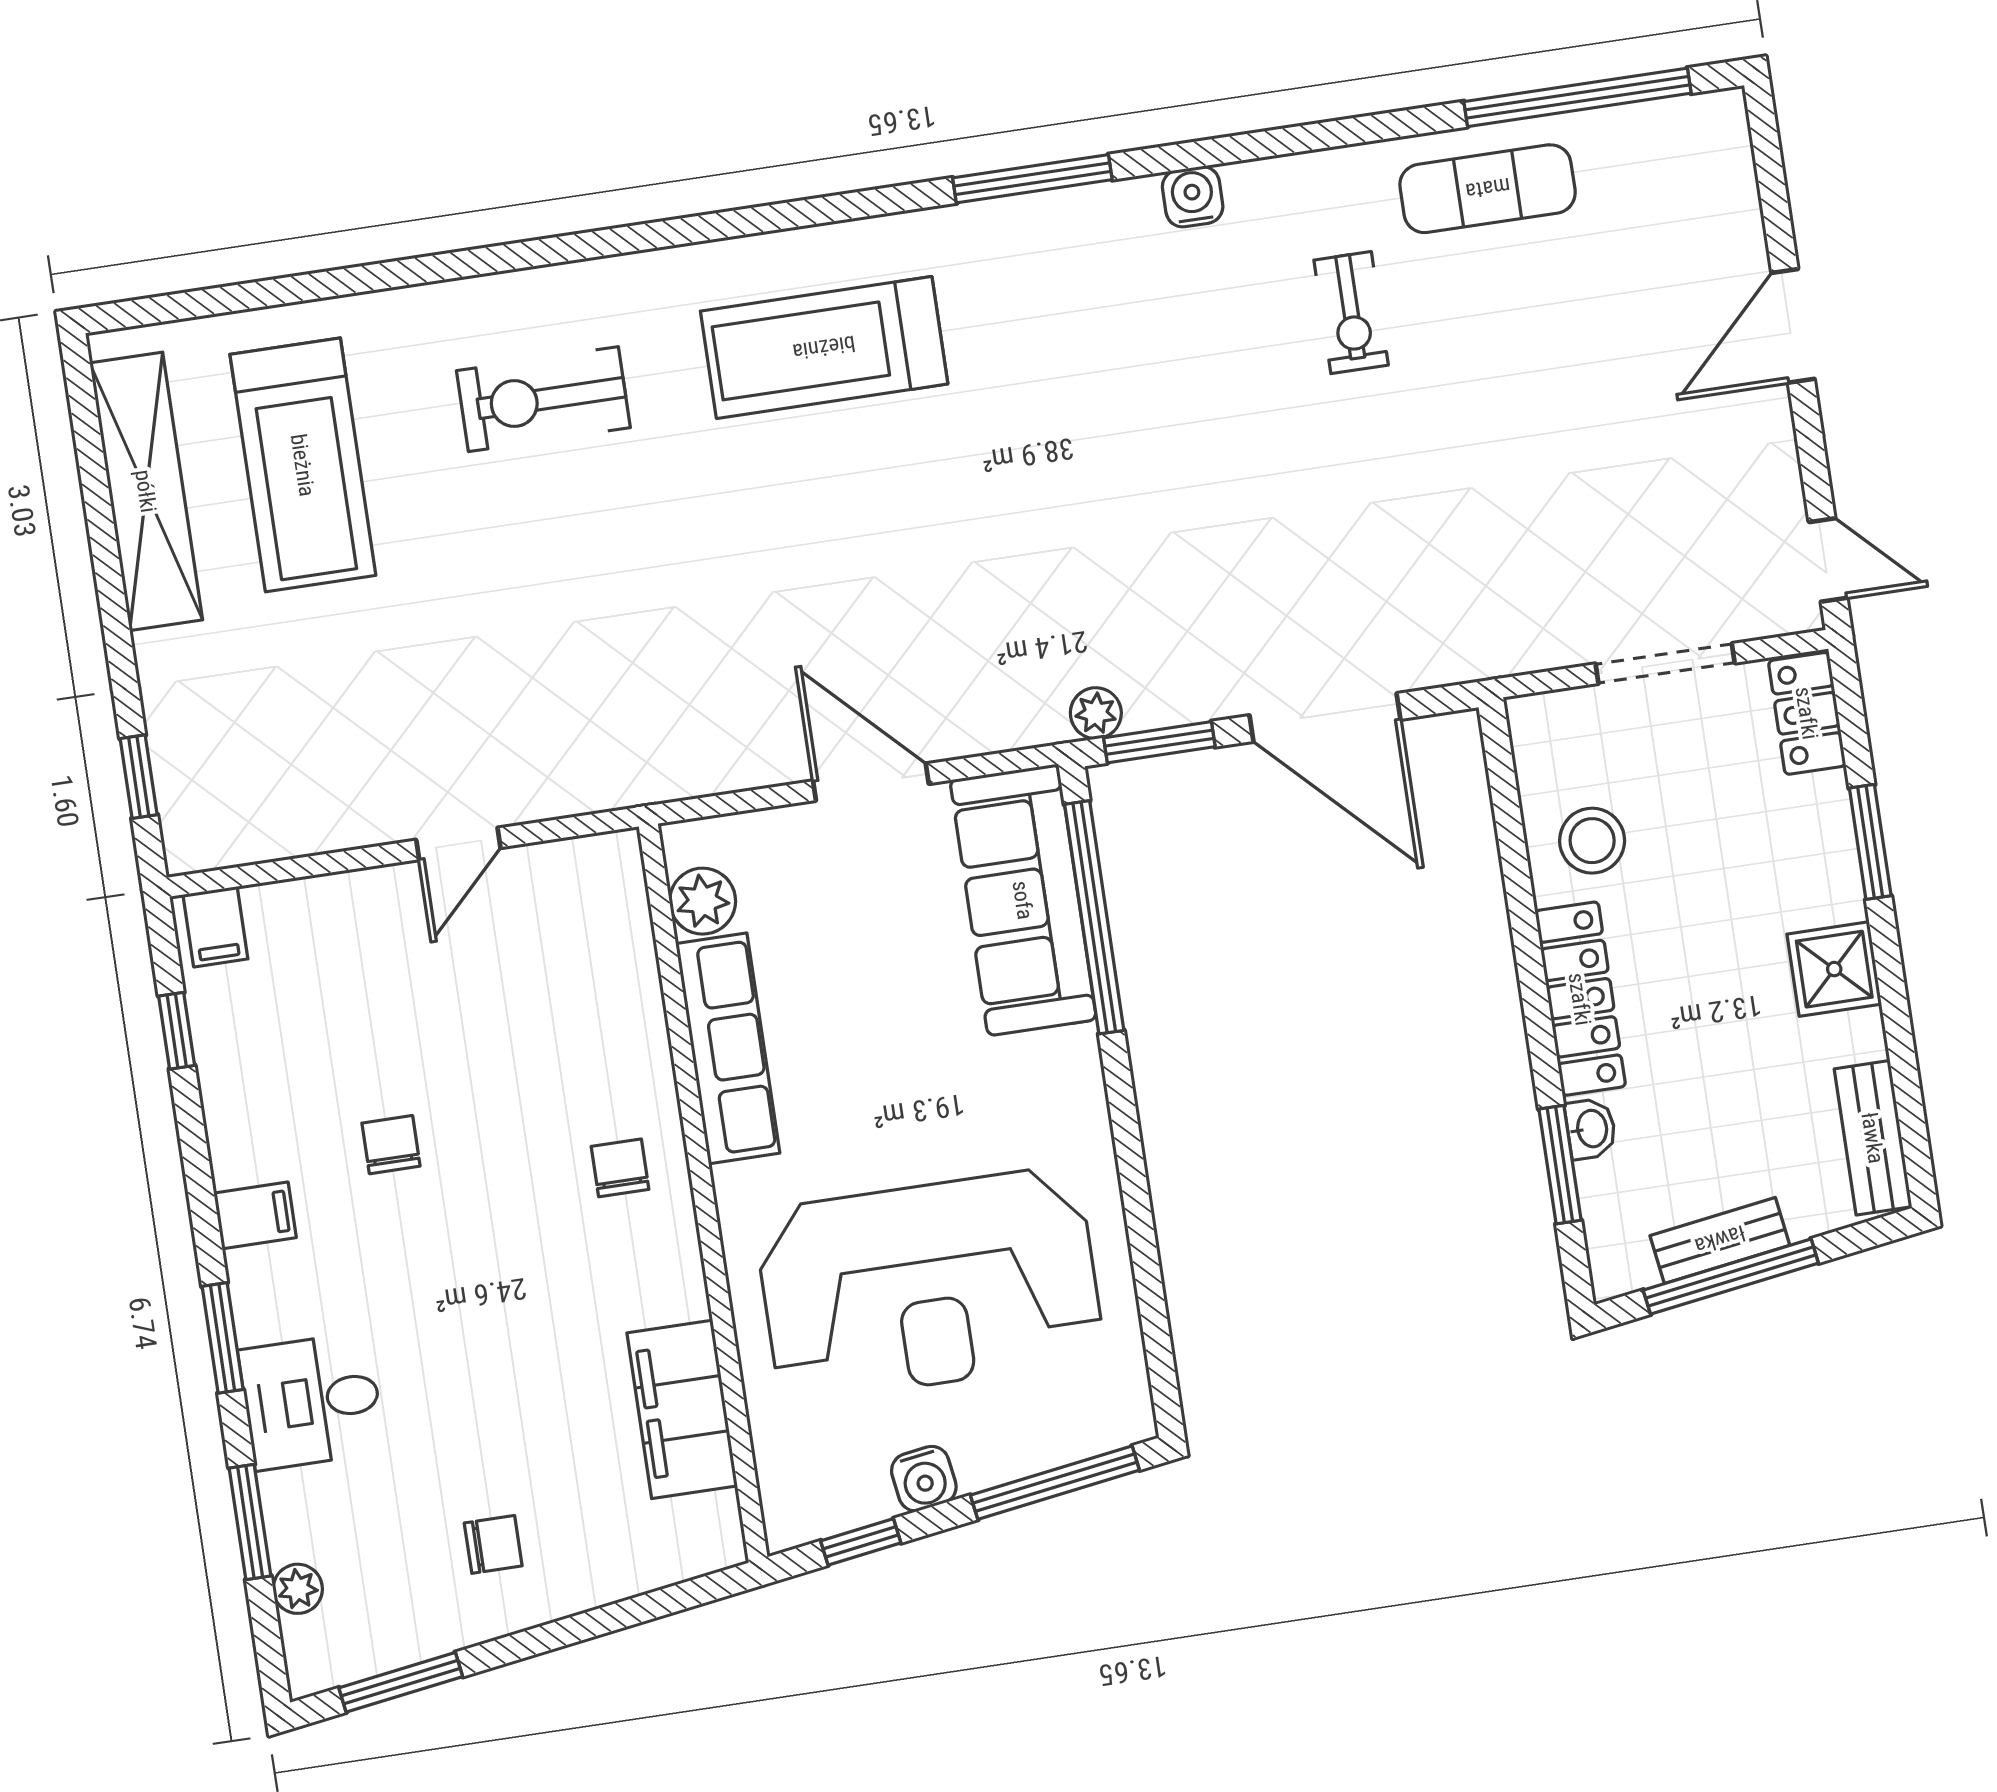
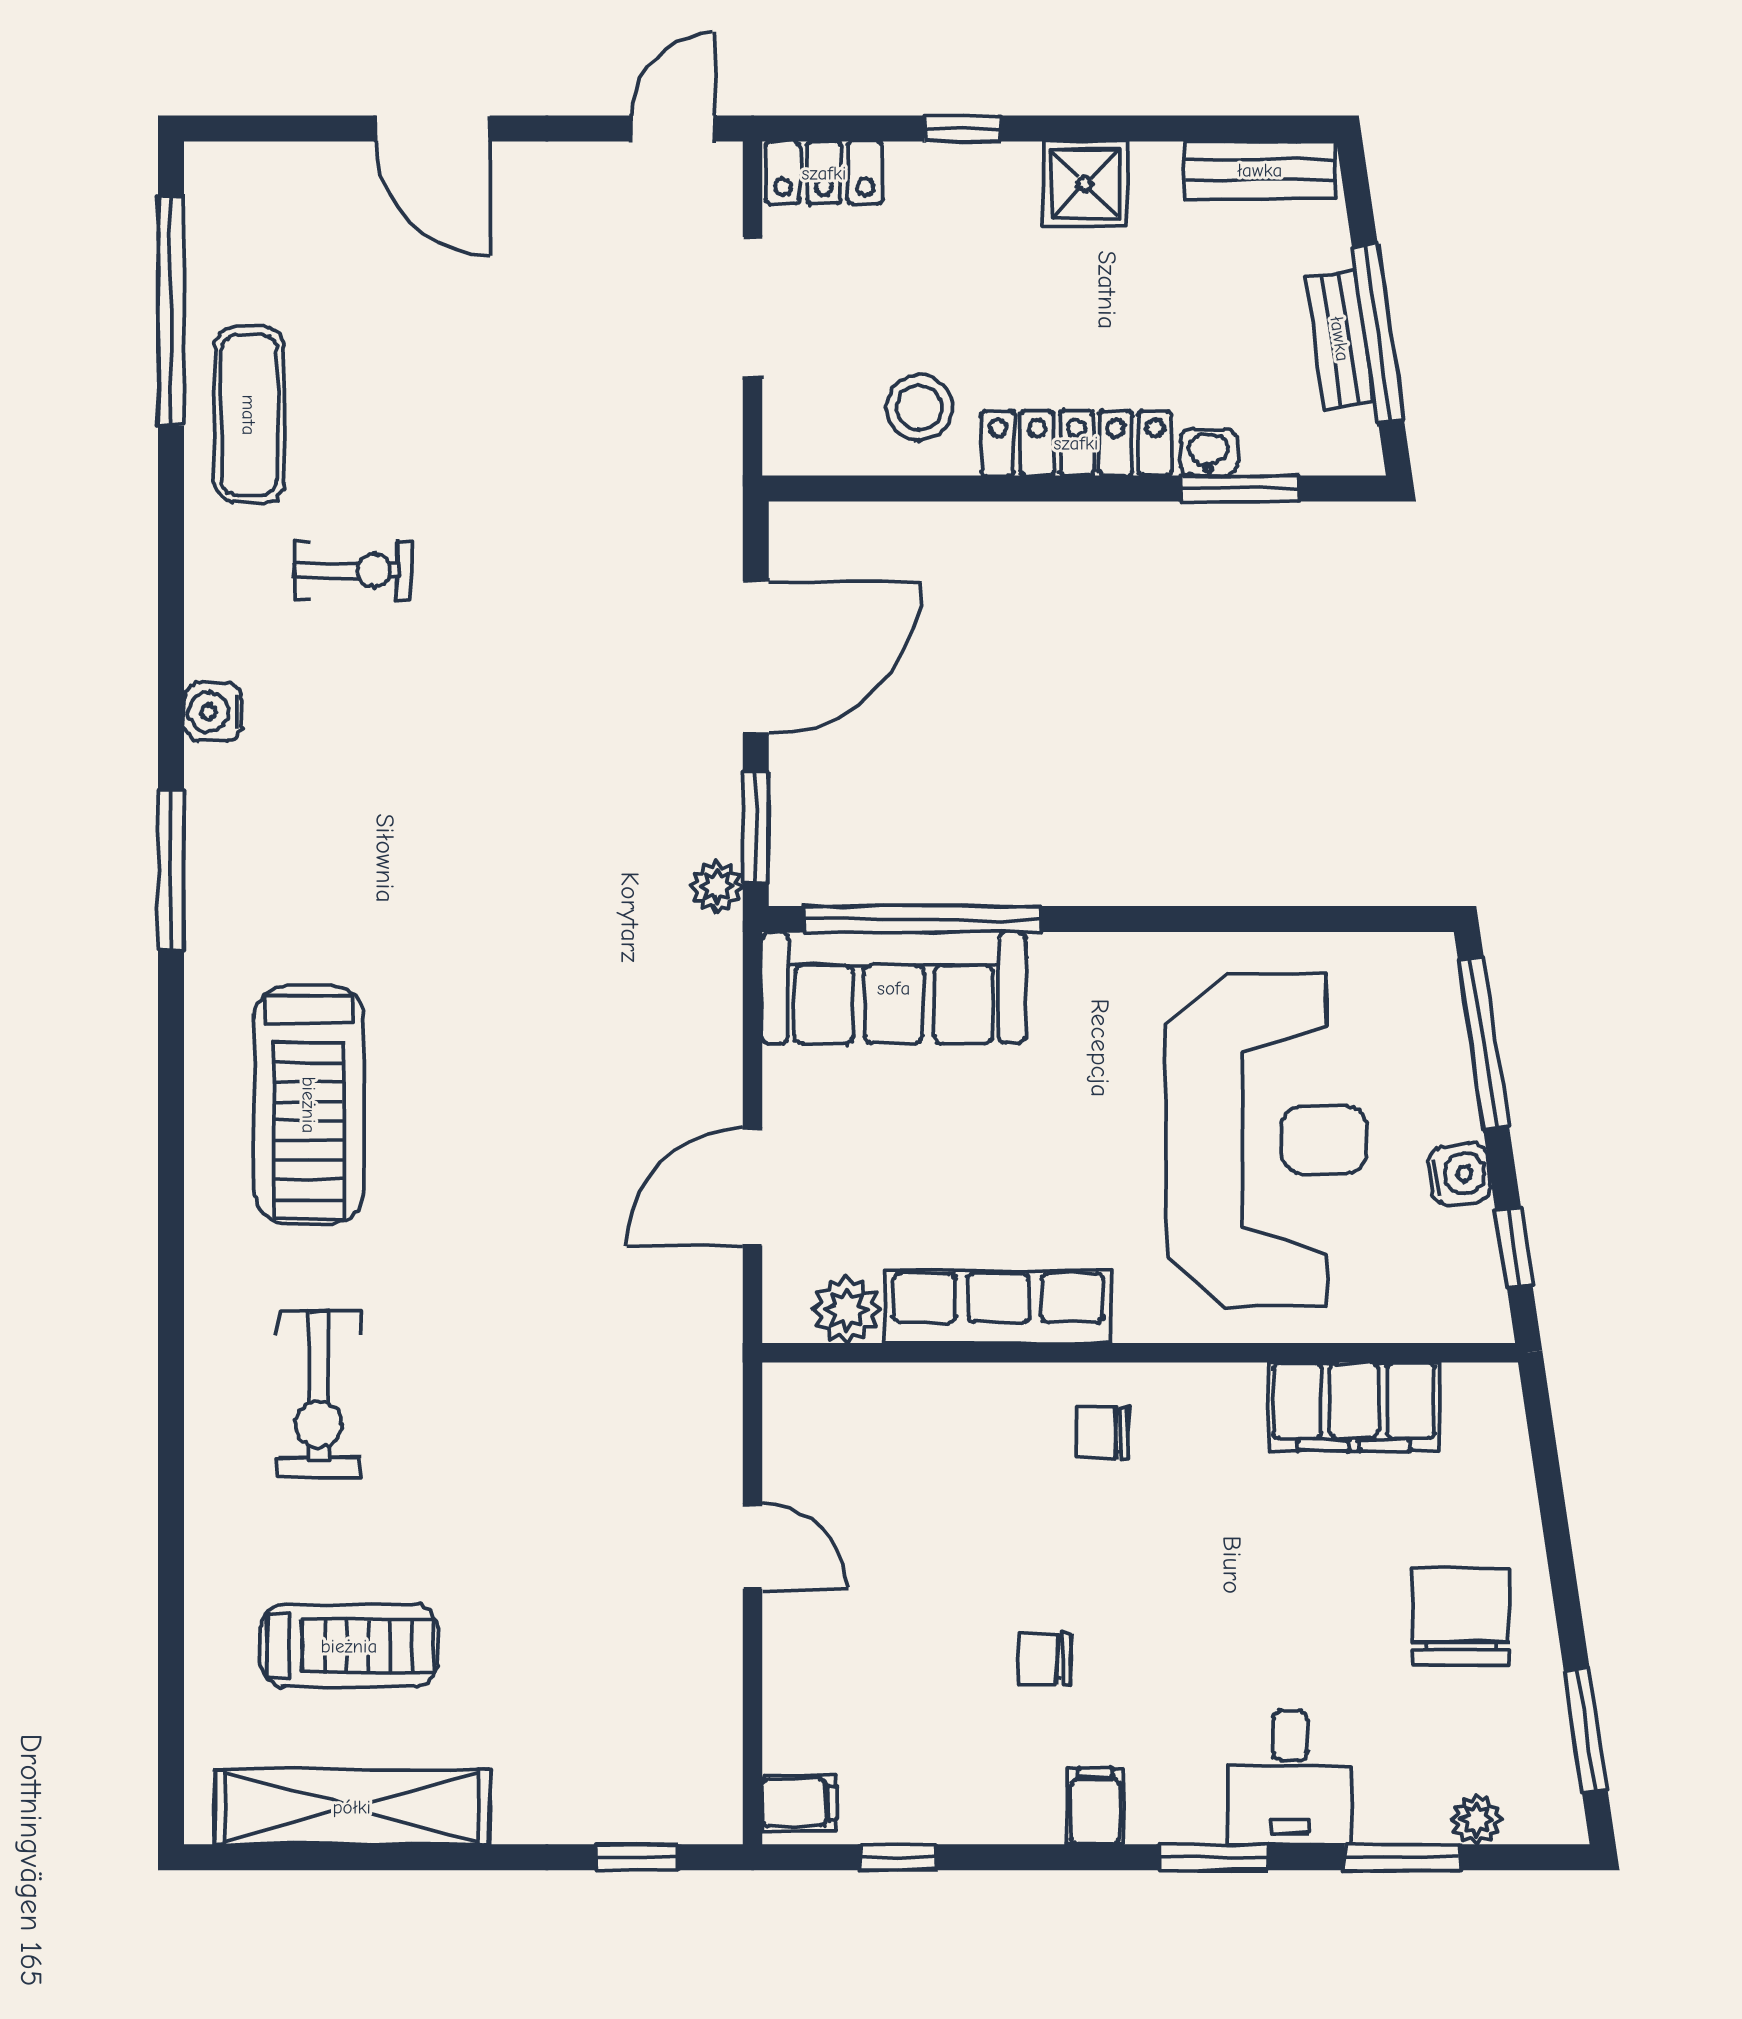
treadmill: (303, 465) -> (349, 1646), width x0.73, depth x0.73
door: (871, 782) -> (753, 1187), moved
window: (1870, 842) -> (963, 129), width x0.67
chair: (493, 1544) -> (1461, 1617), width x1.87, depth x1.87

